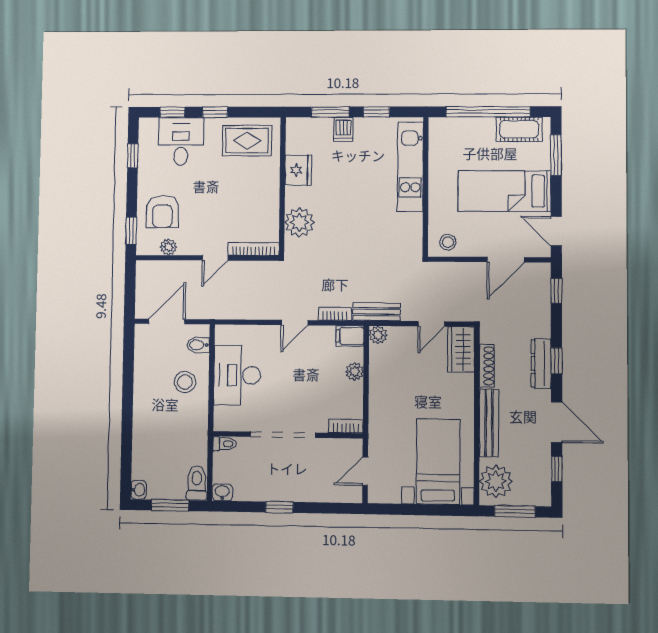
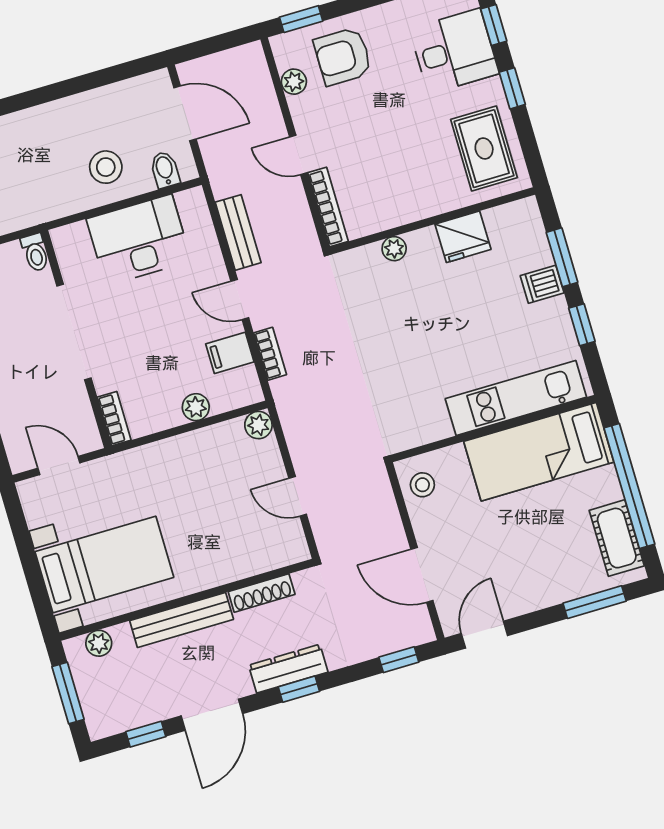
bed: (504, 191) -> (539, 452), moved, turned -90
plant: (299, 222) -> (394, 249), width x0.53, depth x0.53
bench: (377, 312) -> (238, 232), moved
filing cabinet: (350, 336) -> (230, 353), moved, turned -90
wardrobe: (461, 349) -> (274, 550), removed
plant: (496, 481) -> (99, 643), width x0.53, depth x0.53

